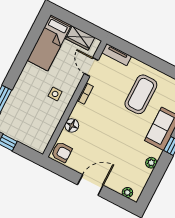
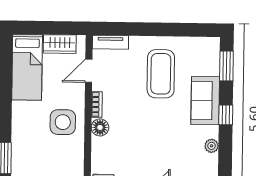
door: (91, 67) -> (89, 71), hinge flipped
side table: (55, 94) -> (63, 122), width x1.87, depth x1.87
floor lamp: (72, 125) -> (100, 127), moved

